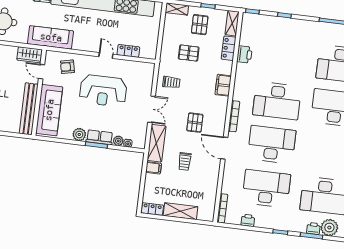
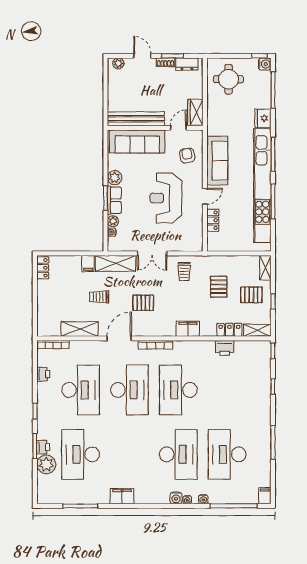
sofa: (51, 37) -> (217, 161), moved
shelving: (180, 211) -> (80, 329), moved, turned 90

